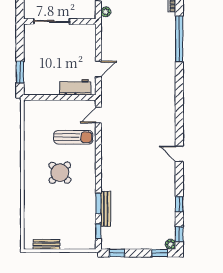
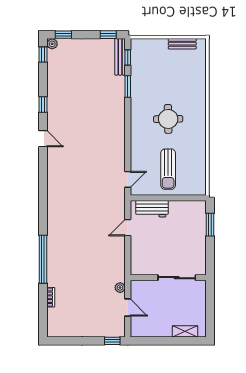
sun lounger: (73, 137) -> (168, 169), moved, turned -90
round table: (60, 173) -> (168, 119), turned 45
window: (179, 204) -> (43, 104), moved
bench: (106, 209) -> (120, 57), moved

